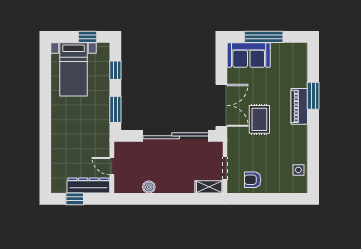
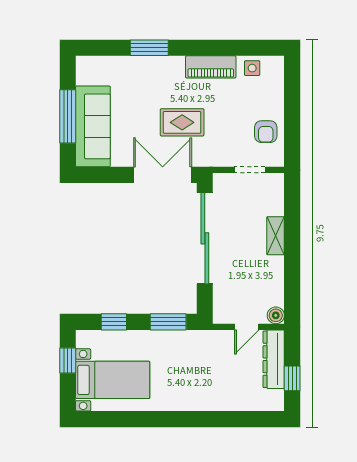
sofa: (249, 55) -> (93, 126), width x1.36
piano: (299, 106) -> (211, 67), moved
boiler: (149, 187) -> (276, 315), moved
shelving: (209, 187) -> (276, 236), moved

